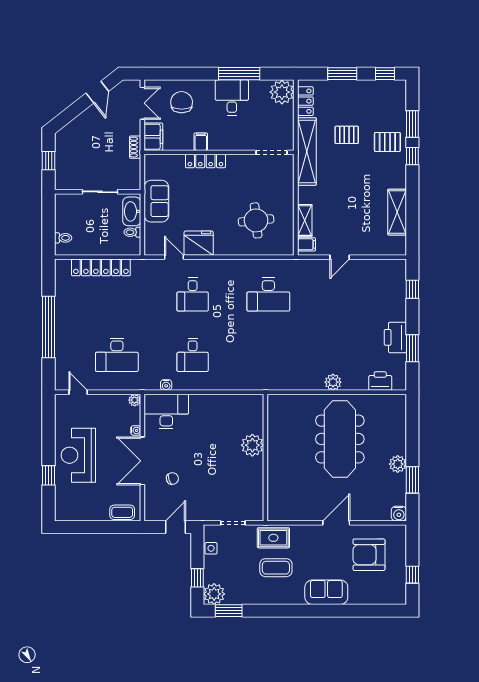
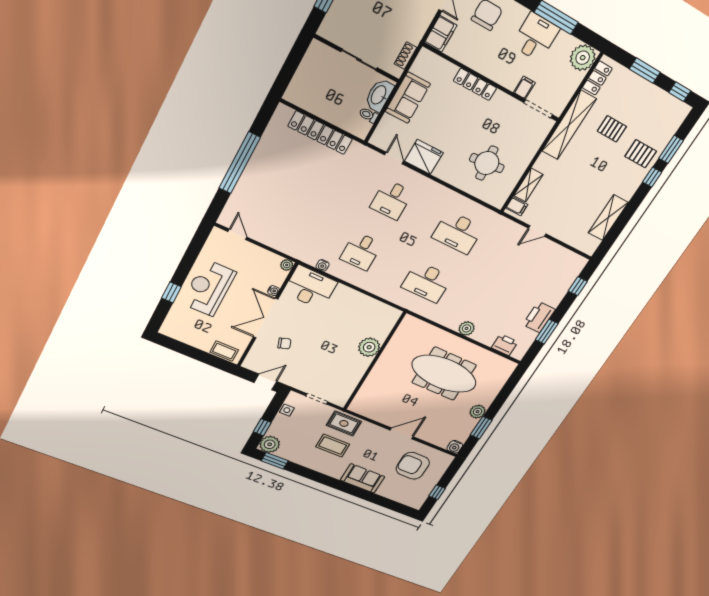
filing cabinet: (201, 142) -> (524, 88), moved
shoe rack: (135, 147) -> (405, 56), moved
toilet: (63, 238) -> (299, 86), removed
desk: (117, 355) -> (427, 282), moved
meeting table: (340, 439) -> (444, 374), turned 90

